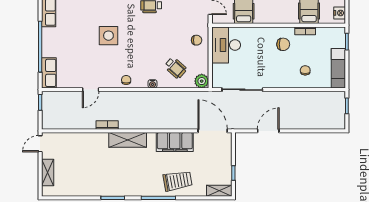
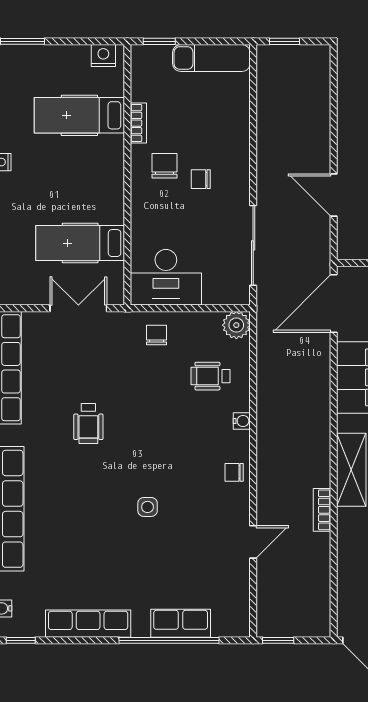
side table: (108, 36) -> (148, 507), width x0.54, depth x0.54
wheelchair: (176, 68) -> (210, 376), turned -132
chair: (305, 70) -> (201, 179), moved
row of seats: (49, 73) -> (181, 623), moved
door: (91, 90) -> (253, 542), hinge flipped

